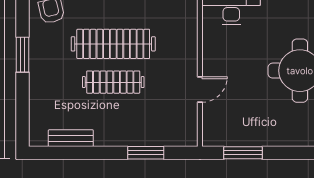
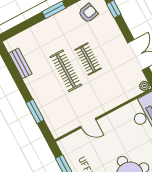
clothes rail: (113, 44) -> (88, 59), width x0.54, depth x0.76

